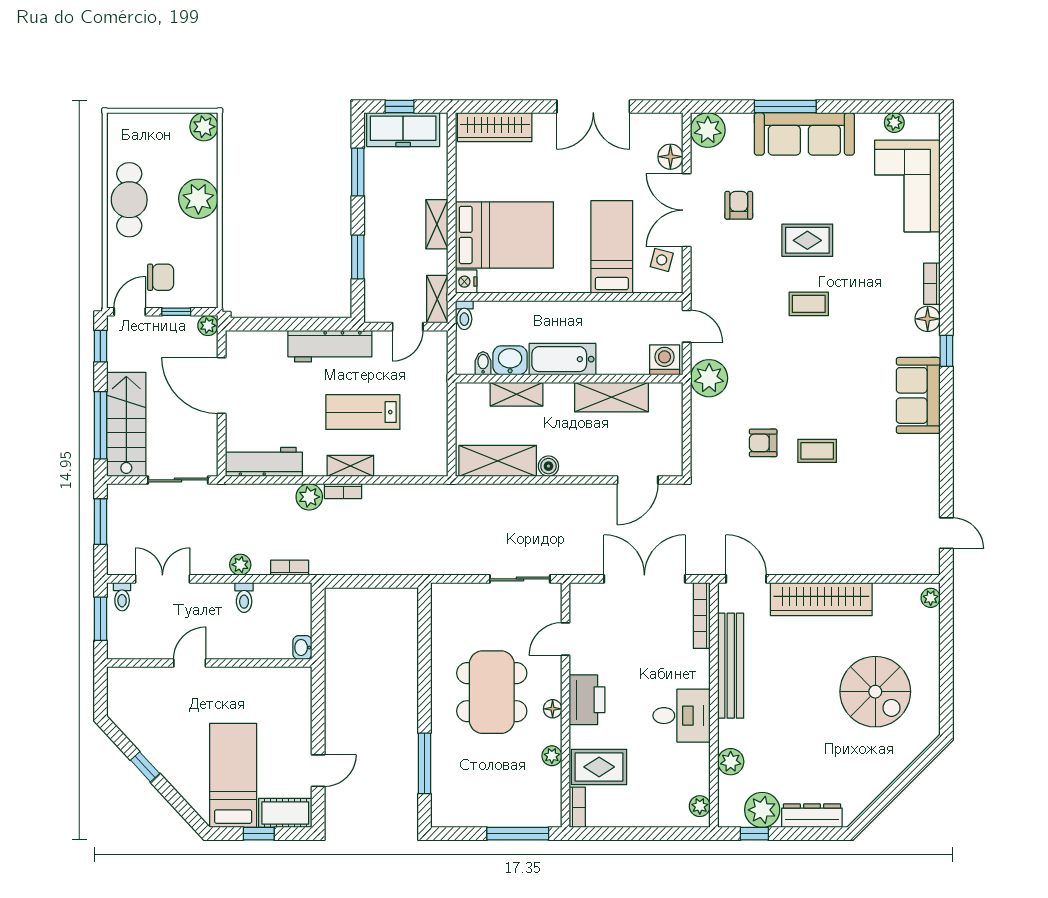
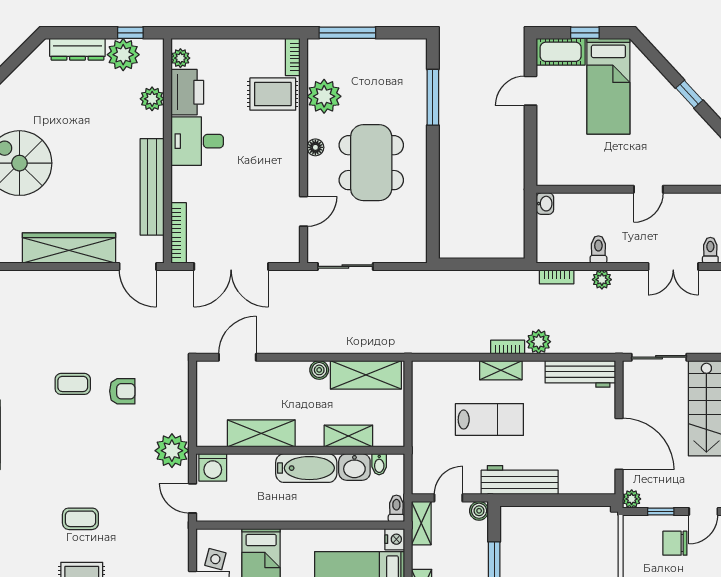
boiler: (374, 313) -> (479, 511), added
printer: (587, 700) -> (187, 92), moved, turned 180
plant: (552, 756) -> (324, 96), width x1.87, depth x1.87

